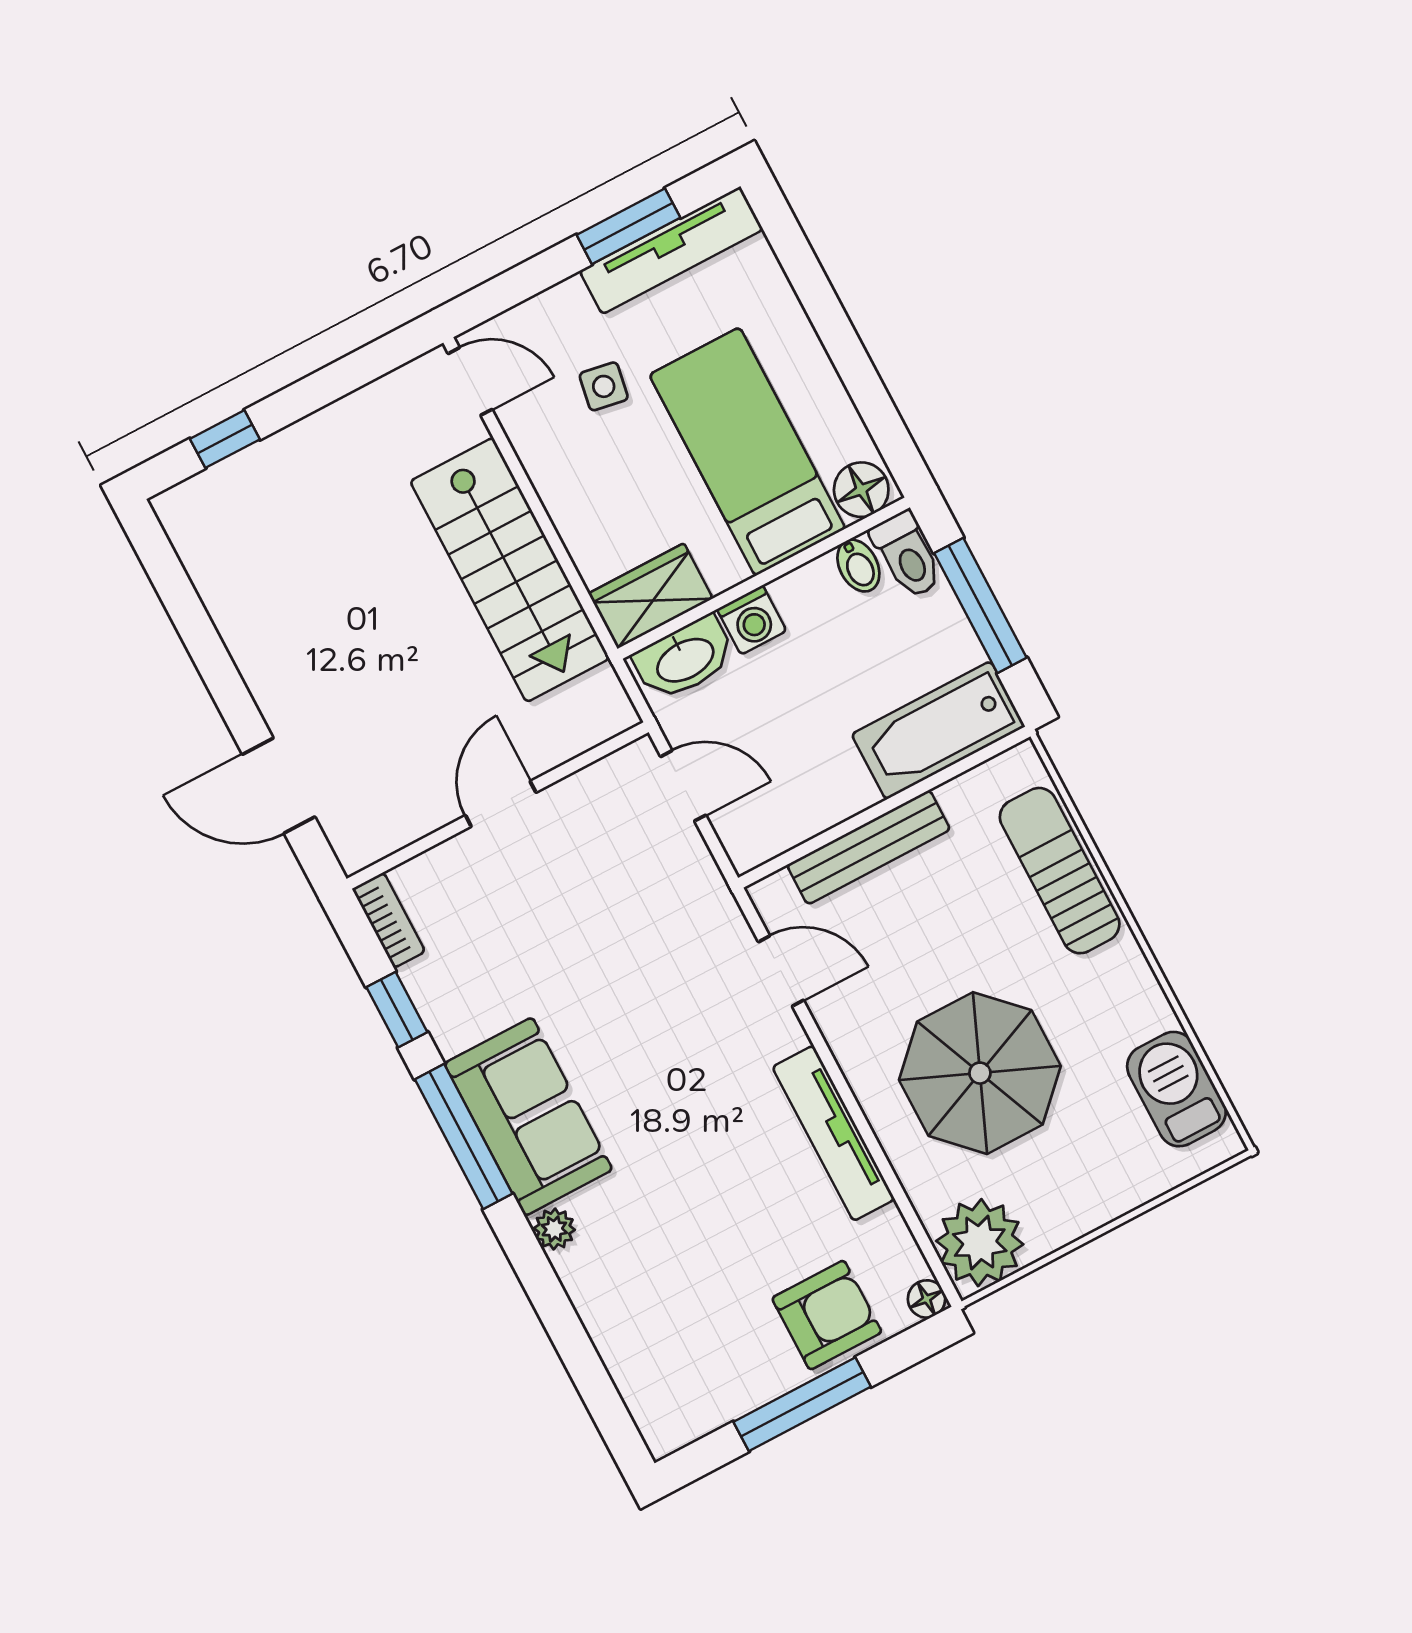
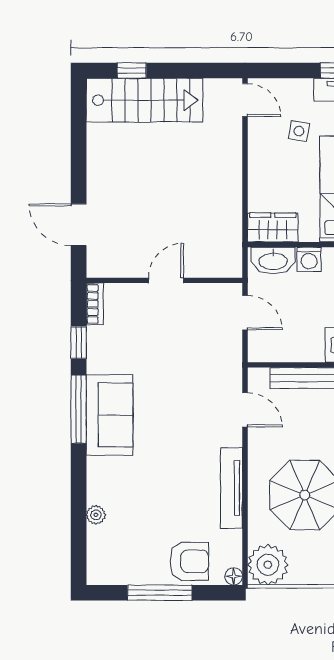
stairs: (510, 570) -> (145, 100), moved, turned -90
plant: (554, 1229) -> (96, 515), moved

